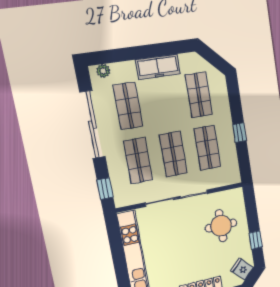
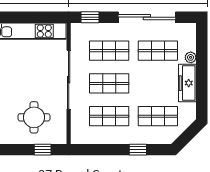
plant: (103, 71) -> (191, 57), moved
window: (240, 133) -> (138, 150), moved
window: (256, 240) -> (43, 150), moved

